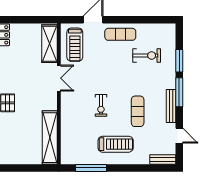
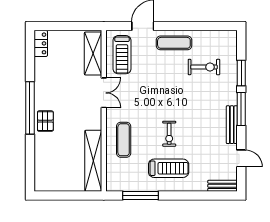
exercise bike: (101, 105) -> (169, 134), moved
exercise mat: (138, 111) -> (124, 140), moved

